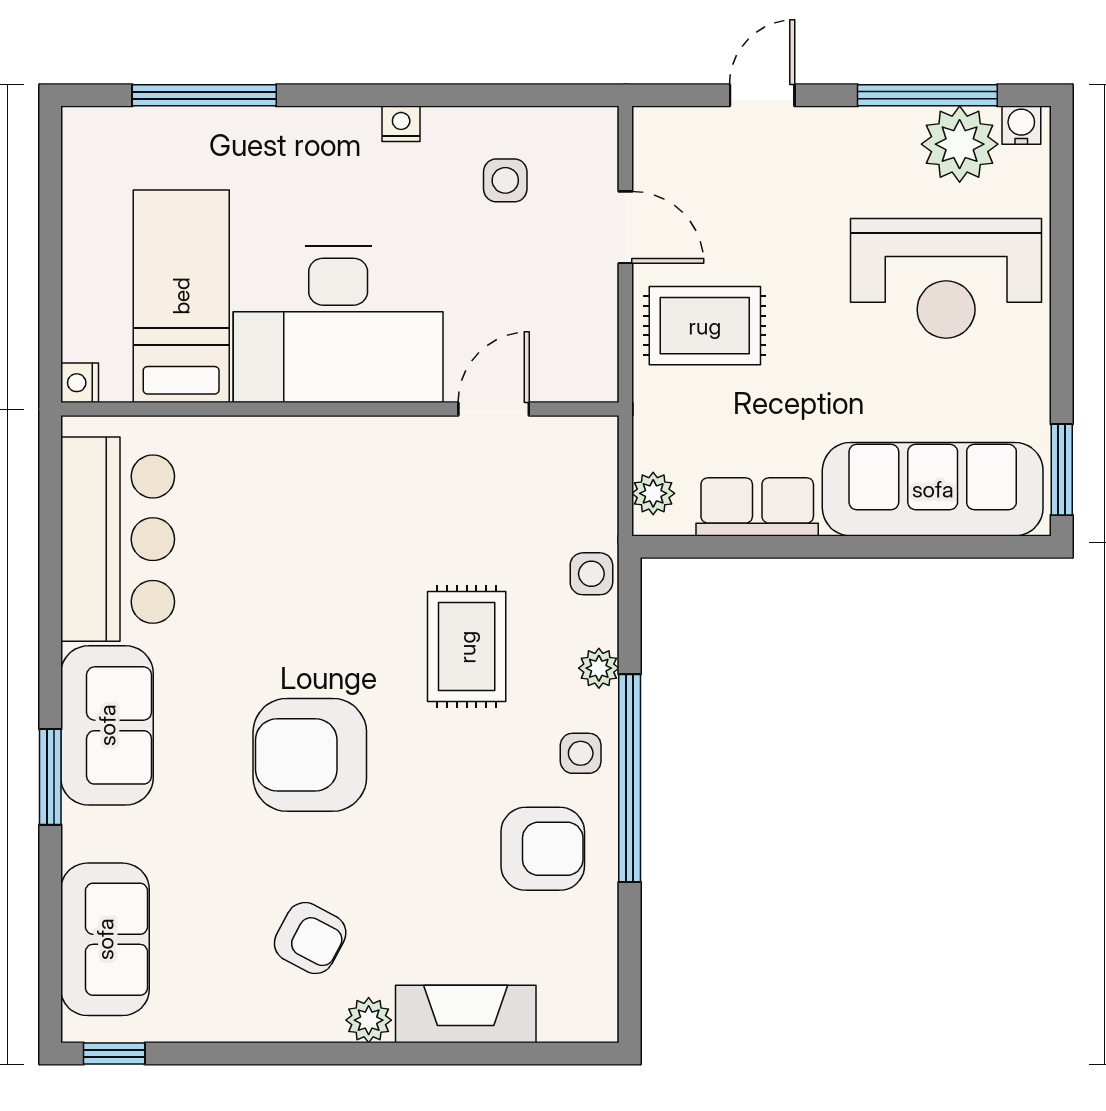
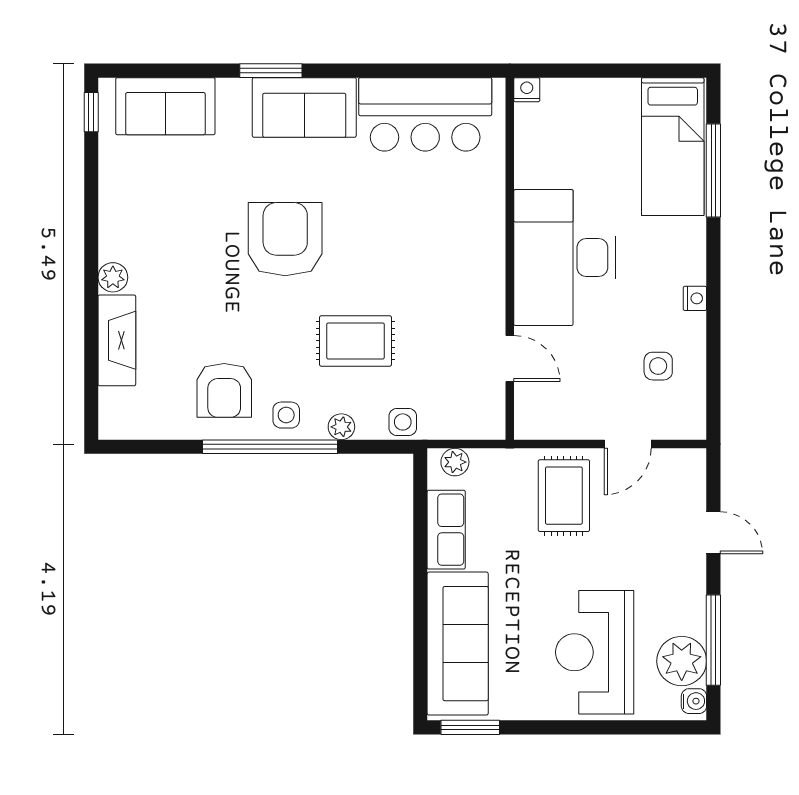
bed: (181, 296) -> (673, 147), moved, turned 90
armchair: (310, 938) -> (166, 239), removed

